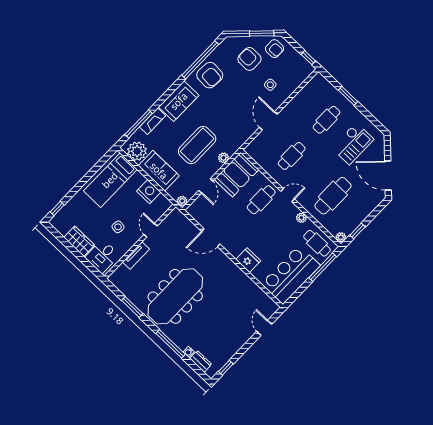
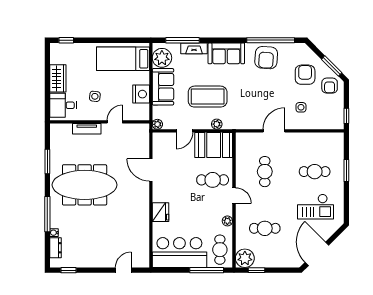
cafe table: (292, 156) -> (265, 172), turned 90
cafe table: (333, 196) -> (265, 228), width x0.73, depth x0.74
plant: (341, 237) -> (245, 258), width x1.88, depth x1.88

